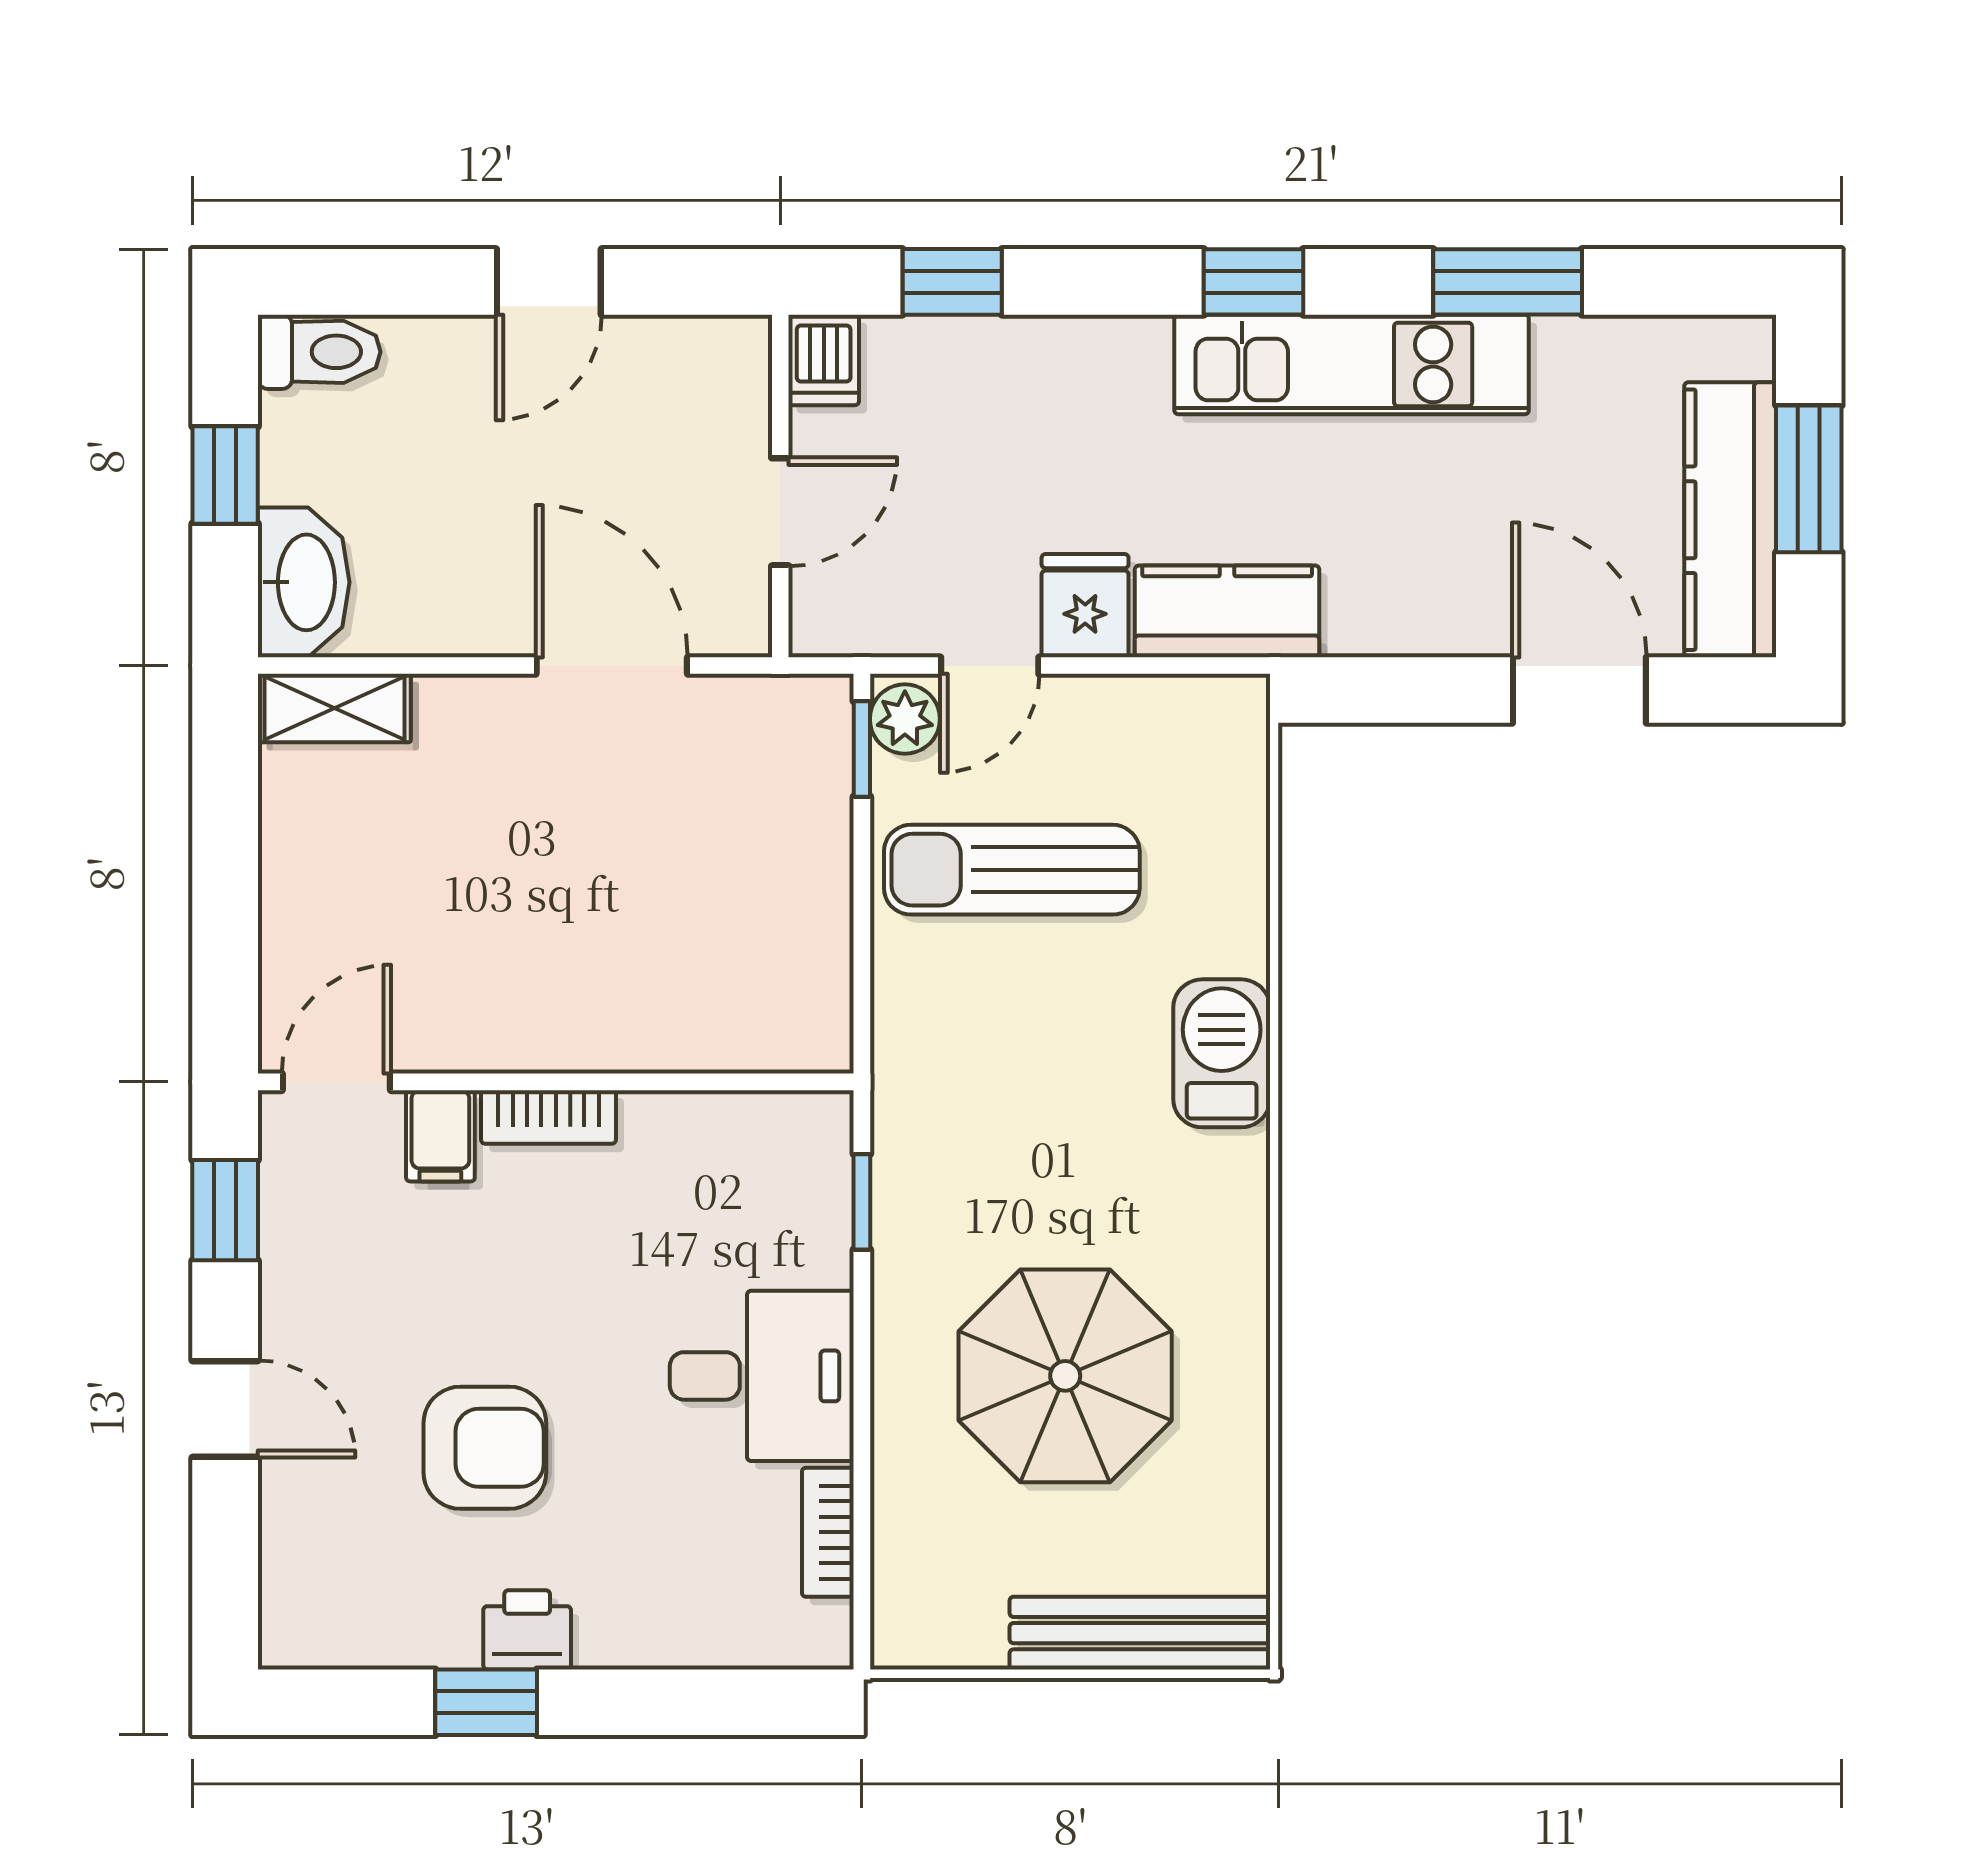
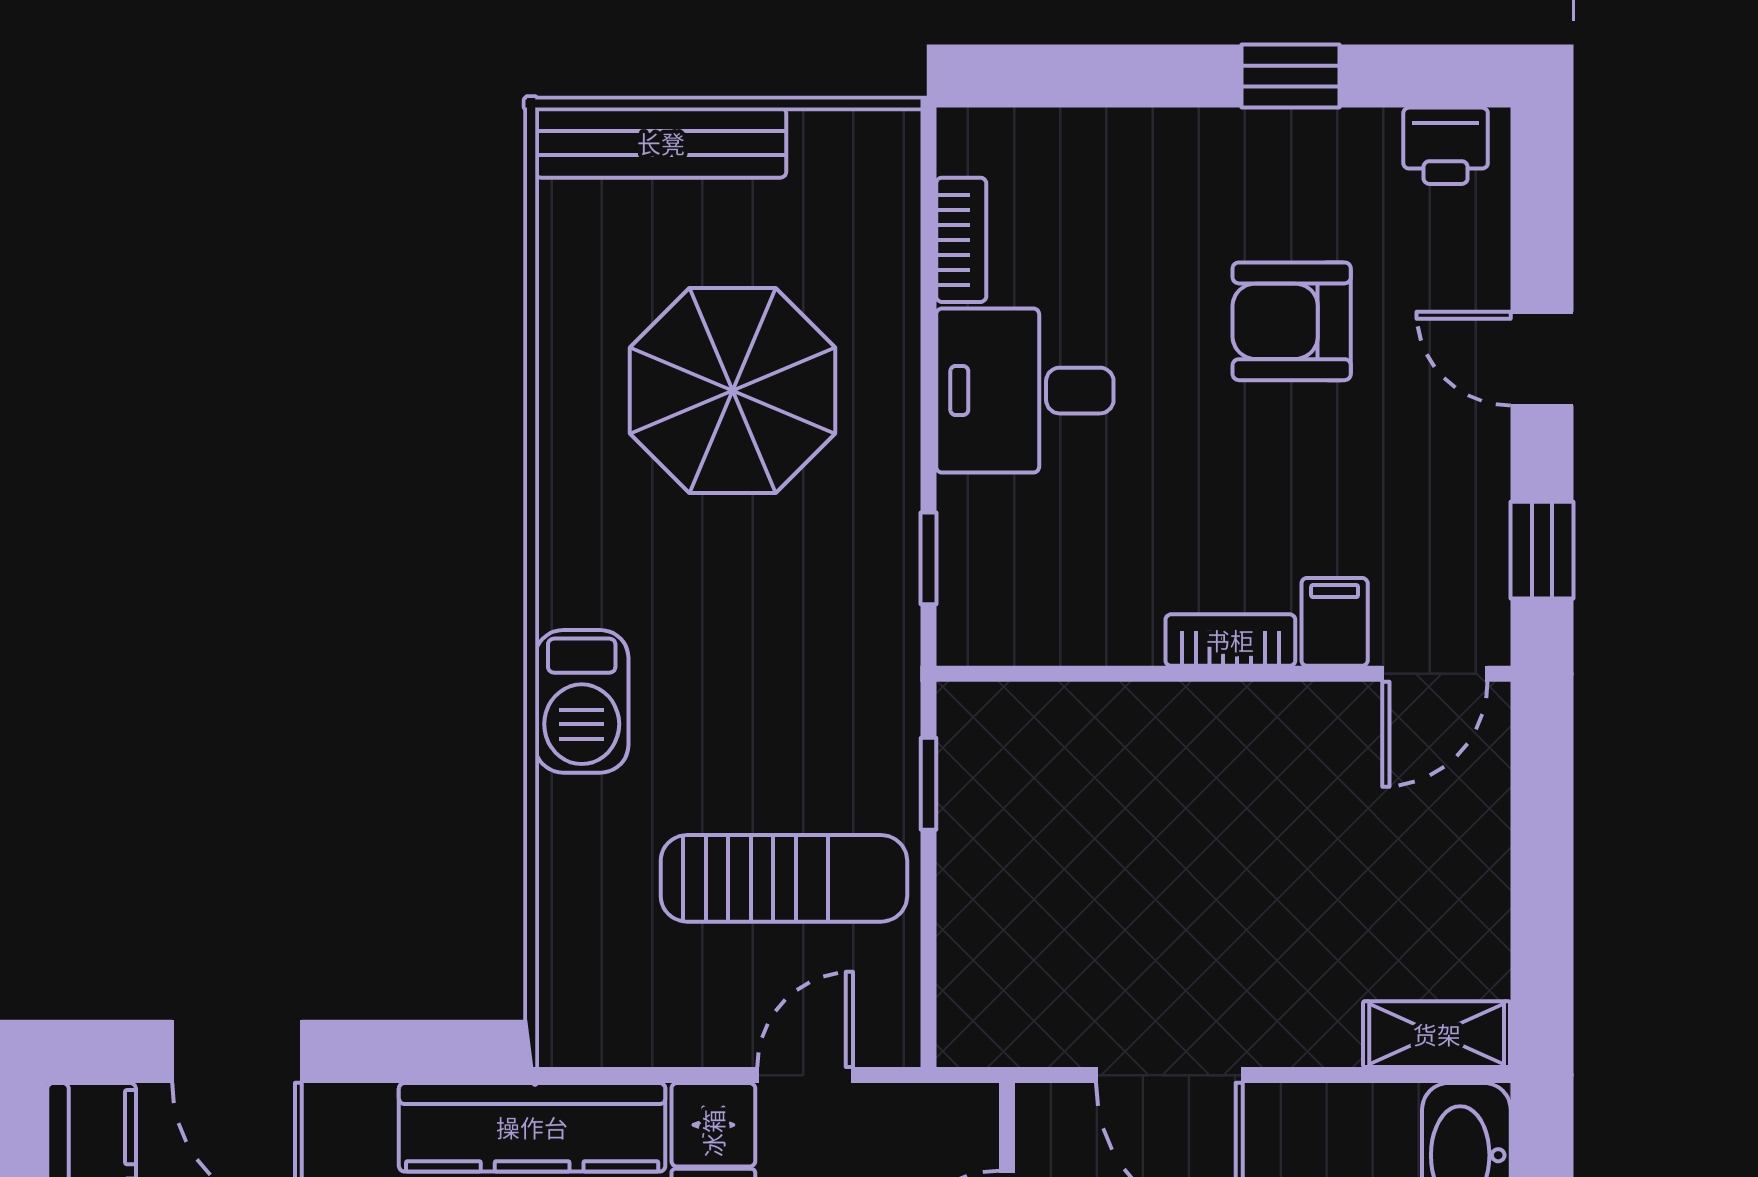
kitchen counter: (1227, 611) -> (532, 1127), width x1.50
plant: (905, 719) -> (887, 1024), removed
window: (862, 749) -> (928, 784), moved
printer: (527, 1630) -> (1446, 146), moved

